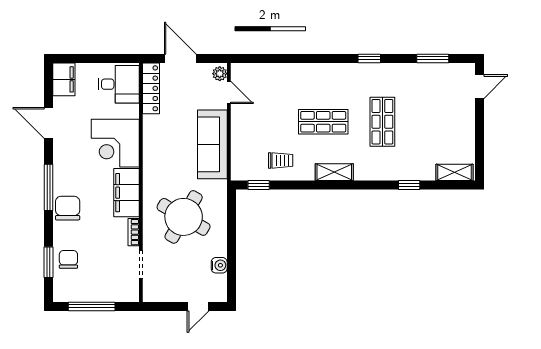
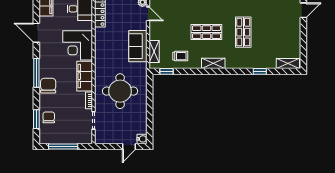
sofa: (212, 144) -> (138, 46), width x0.73
shelving: (239, 153) -> (154, 51), added
round table: (184, 217) -> (120, 91), turned -30
water cooler: (219, 265) -> (142, 139), moved

